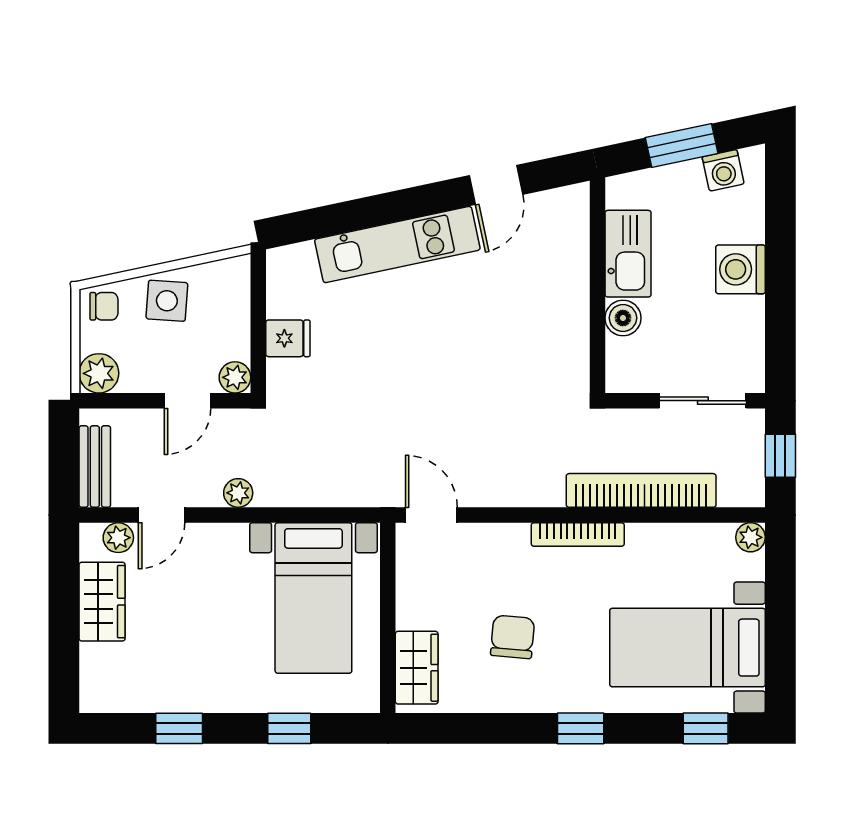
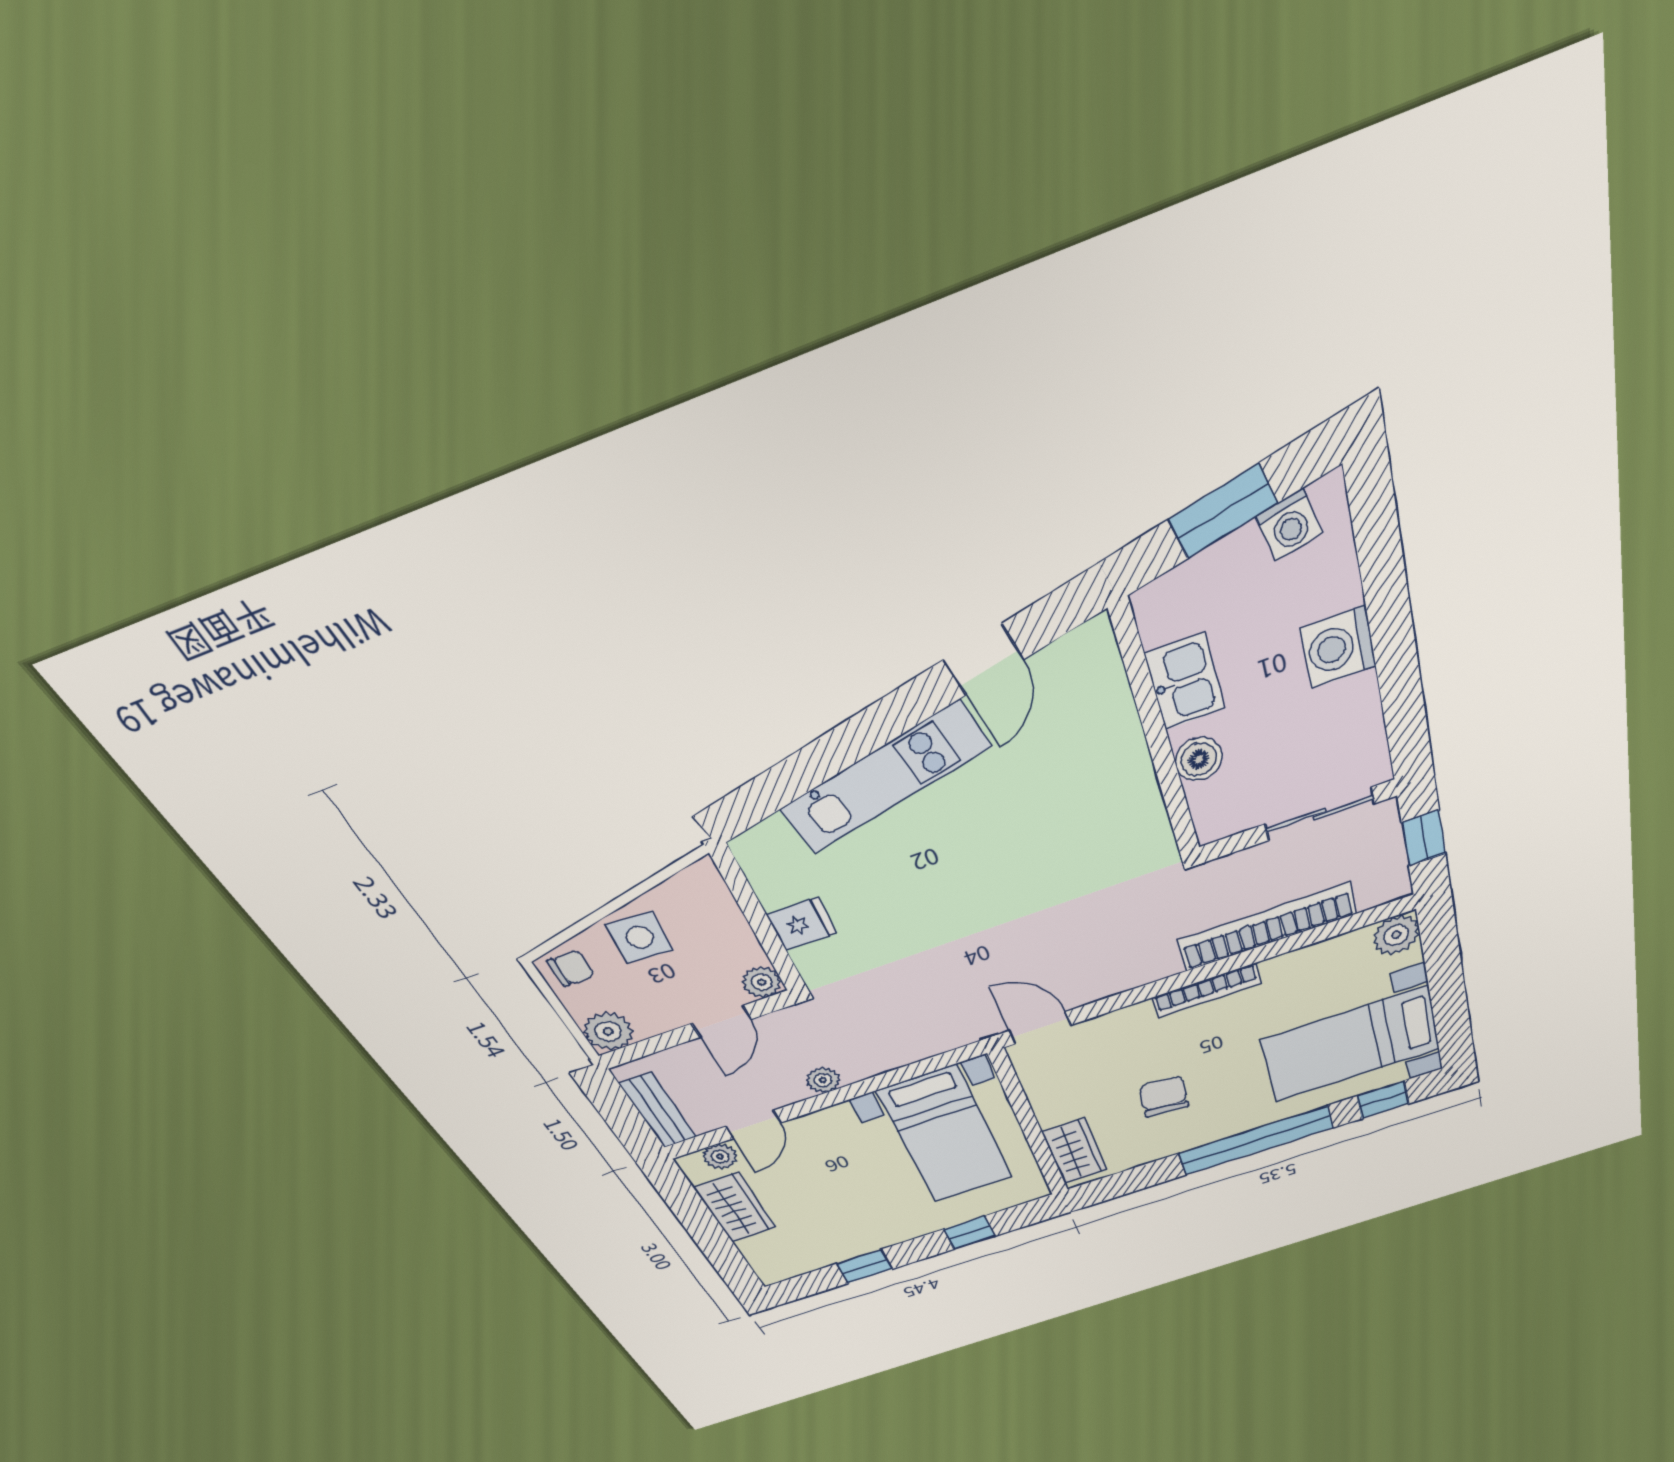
kitchen sink: (628, 254) -> (1185, 682), width x0.73
plant: (751, 537) -> (1396, 935), width x1.38, depth x1.38
window: (581, 728) -> (1256, 1141), width x3.17

